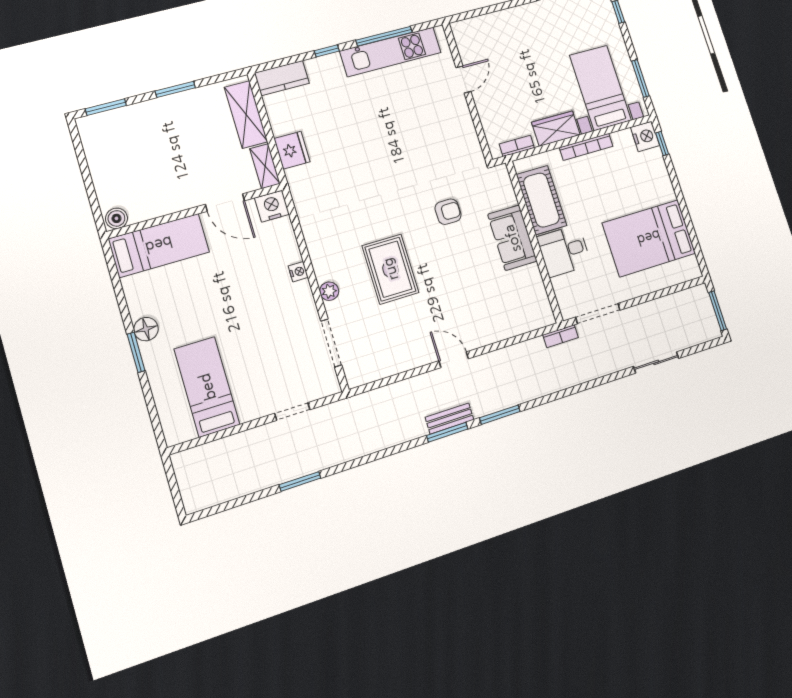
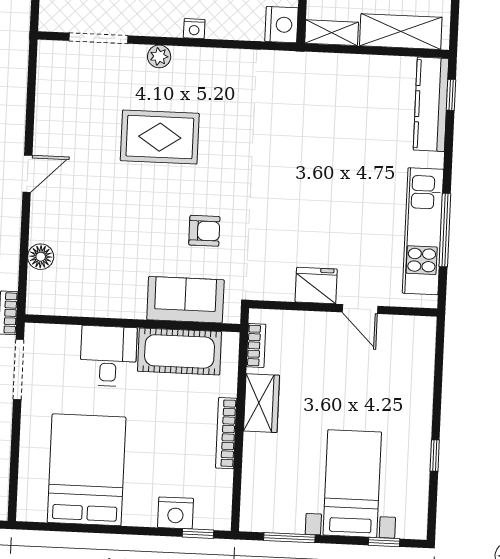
window: (327, 51) -> (451, 95), moved
kitchen counter: (282, 78) -> (431, 104), width x1.50
bed with nightstands: (600, 88) -> (352, 484), moved, turned -90
nightstand: (645, 136) -> (176, 513), moved
fridge: (292, 150) -> (316, 286), moved, turned 180
armchair: (448, 212) -> (204, 231), turned -90
sofa: (512, 238) -> (185, 300), moved
floor lamp: (511, 327) -> (41, 257), added

